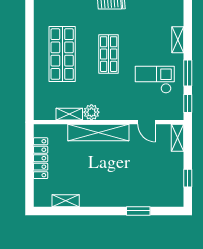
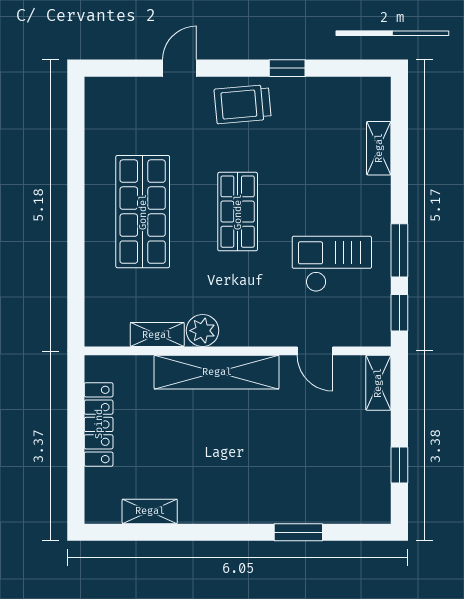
shelving: (178, 40) -> (379, 148), moved

